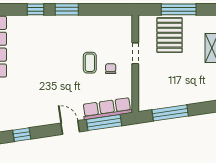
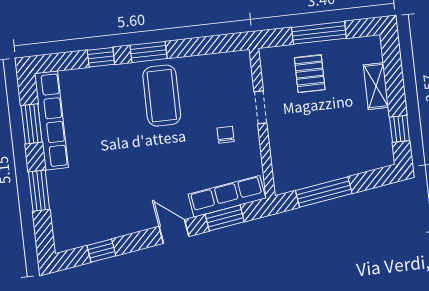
pallet: (170, 35) -> (310, 74), width x0.67, depth x0.71
coffee table: (90, 63) -> (162, 96), moved, width x1.86, depth x1.72
window: (104, 123) -> (225, 218), width x0.69

